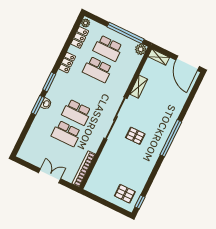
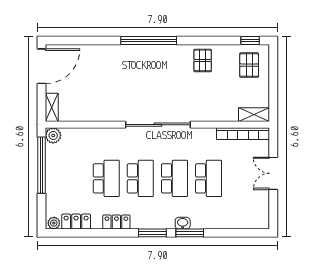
school desk: (108, 48) -> (140, 178), moved
shelving: (139, 87) -> (254, 115), moved
pallet: (135, 136) -> (203, 60), moved

